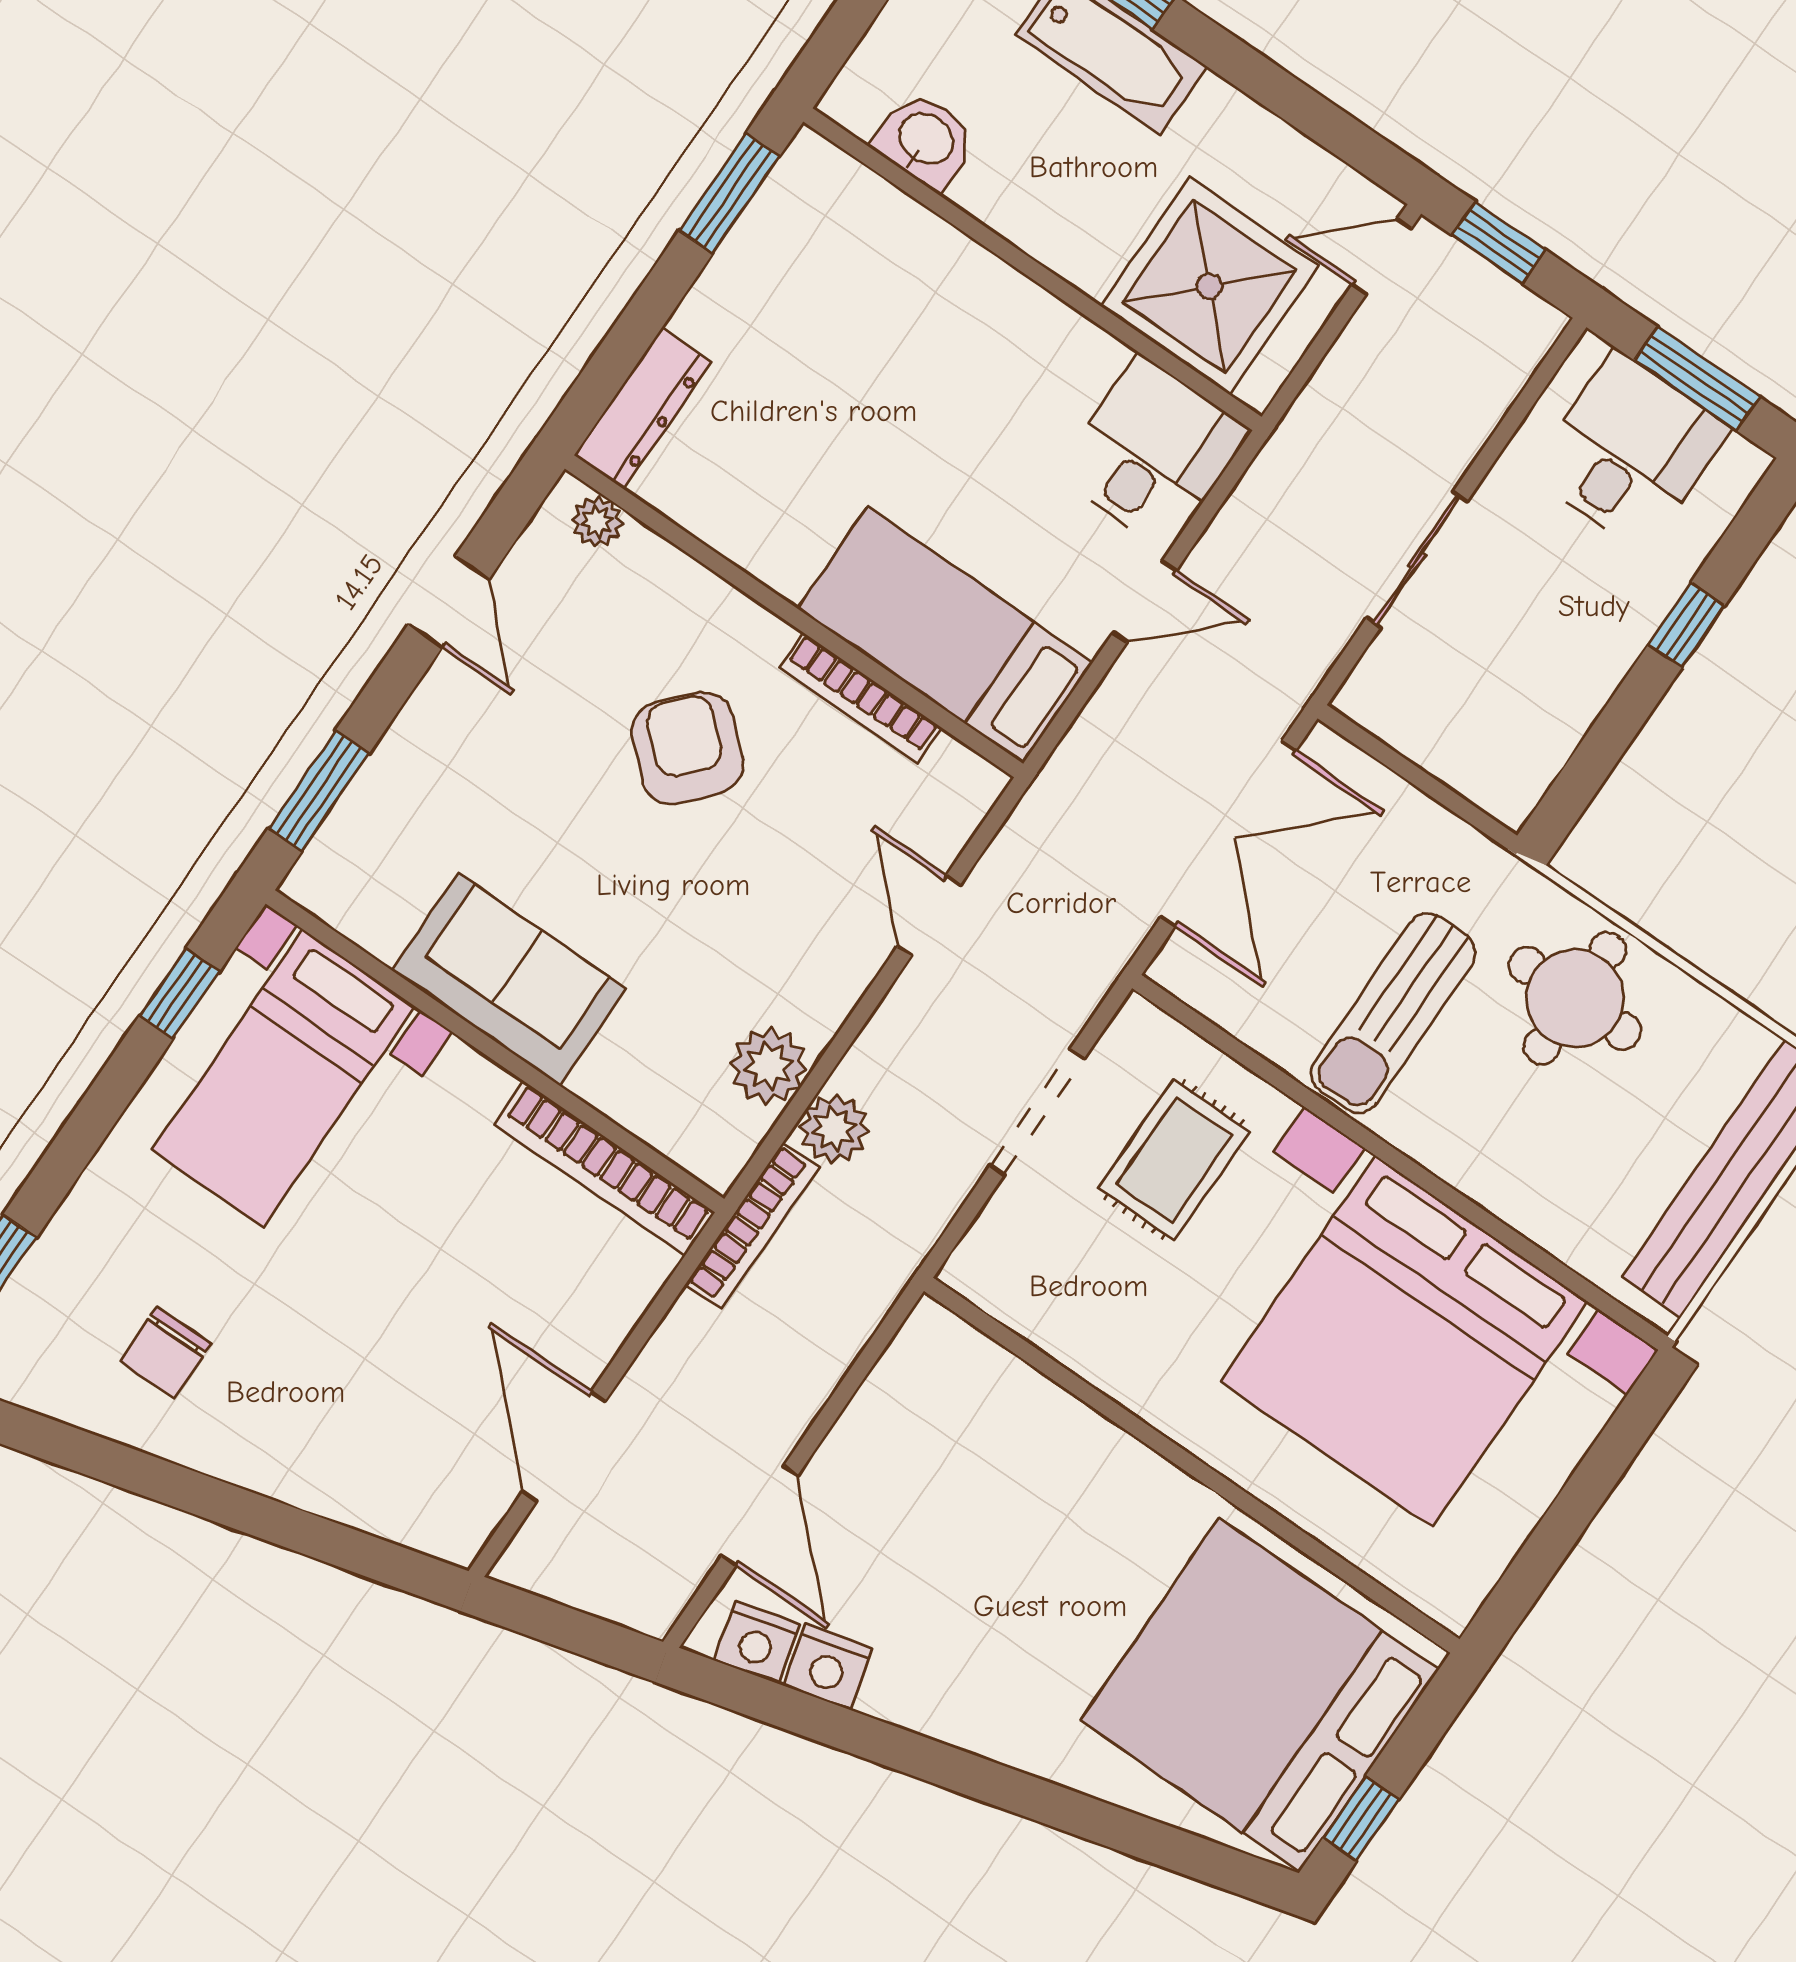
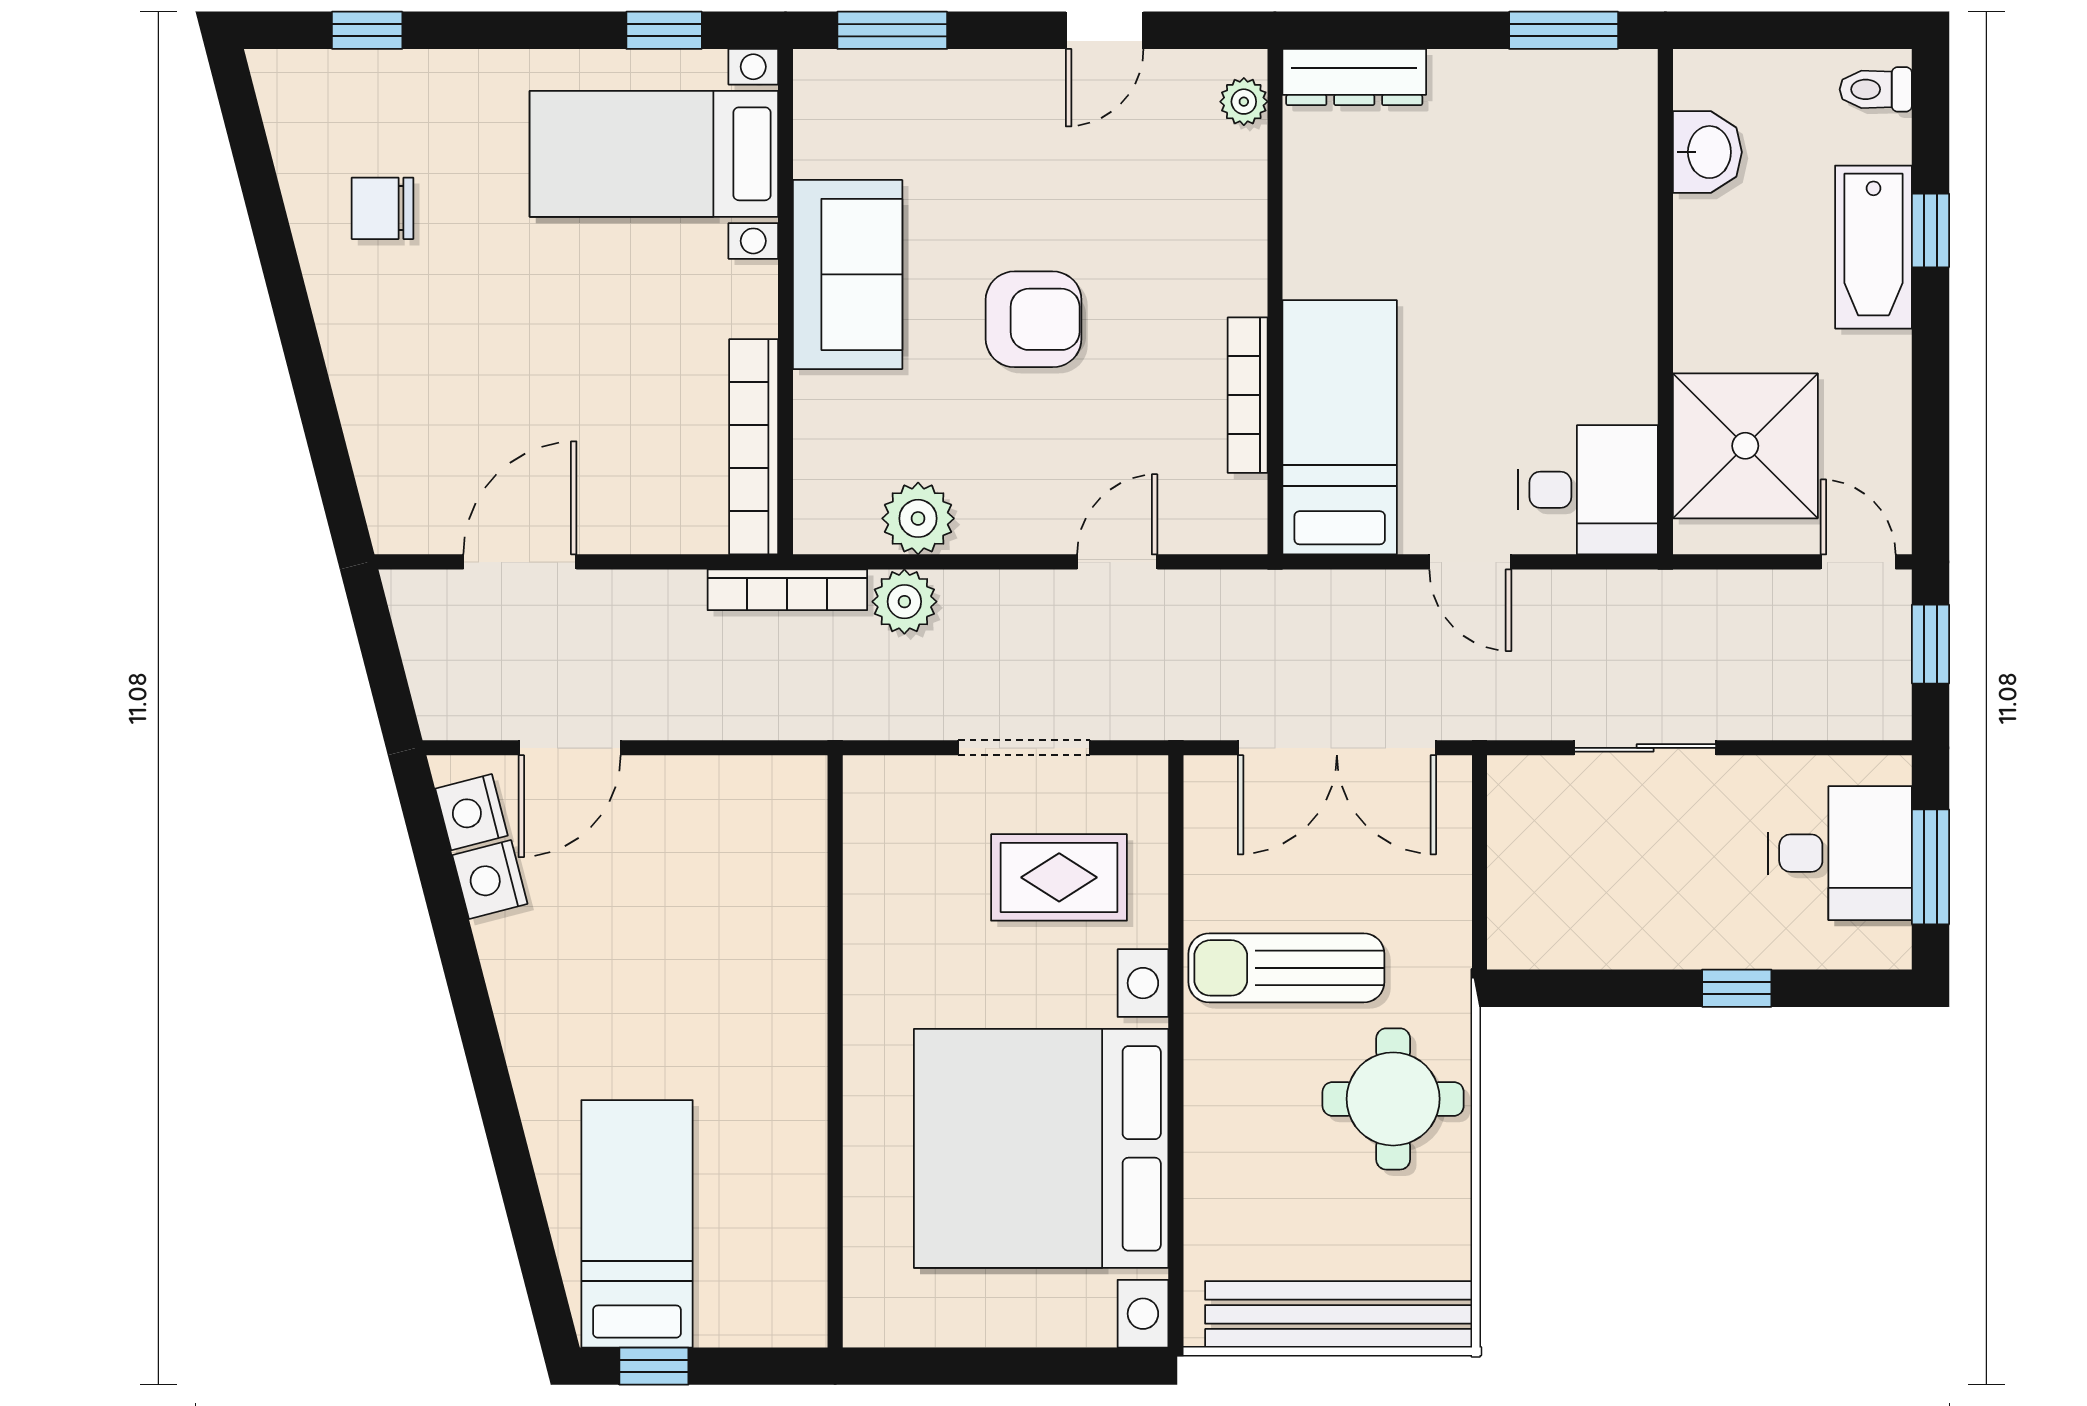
armchair: (687, 748) -> (1034, 319), moved, turned 48
bed: (1259, 1695) -> (637, 1224), width x0.49

